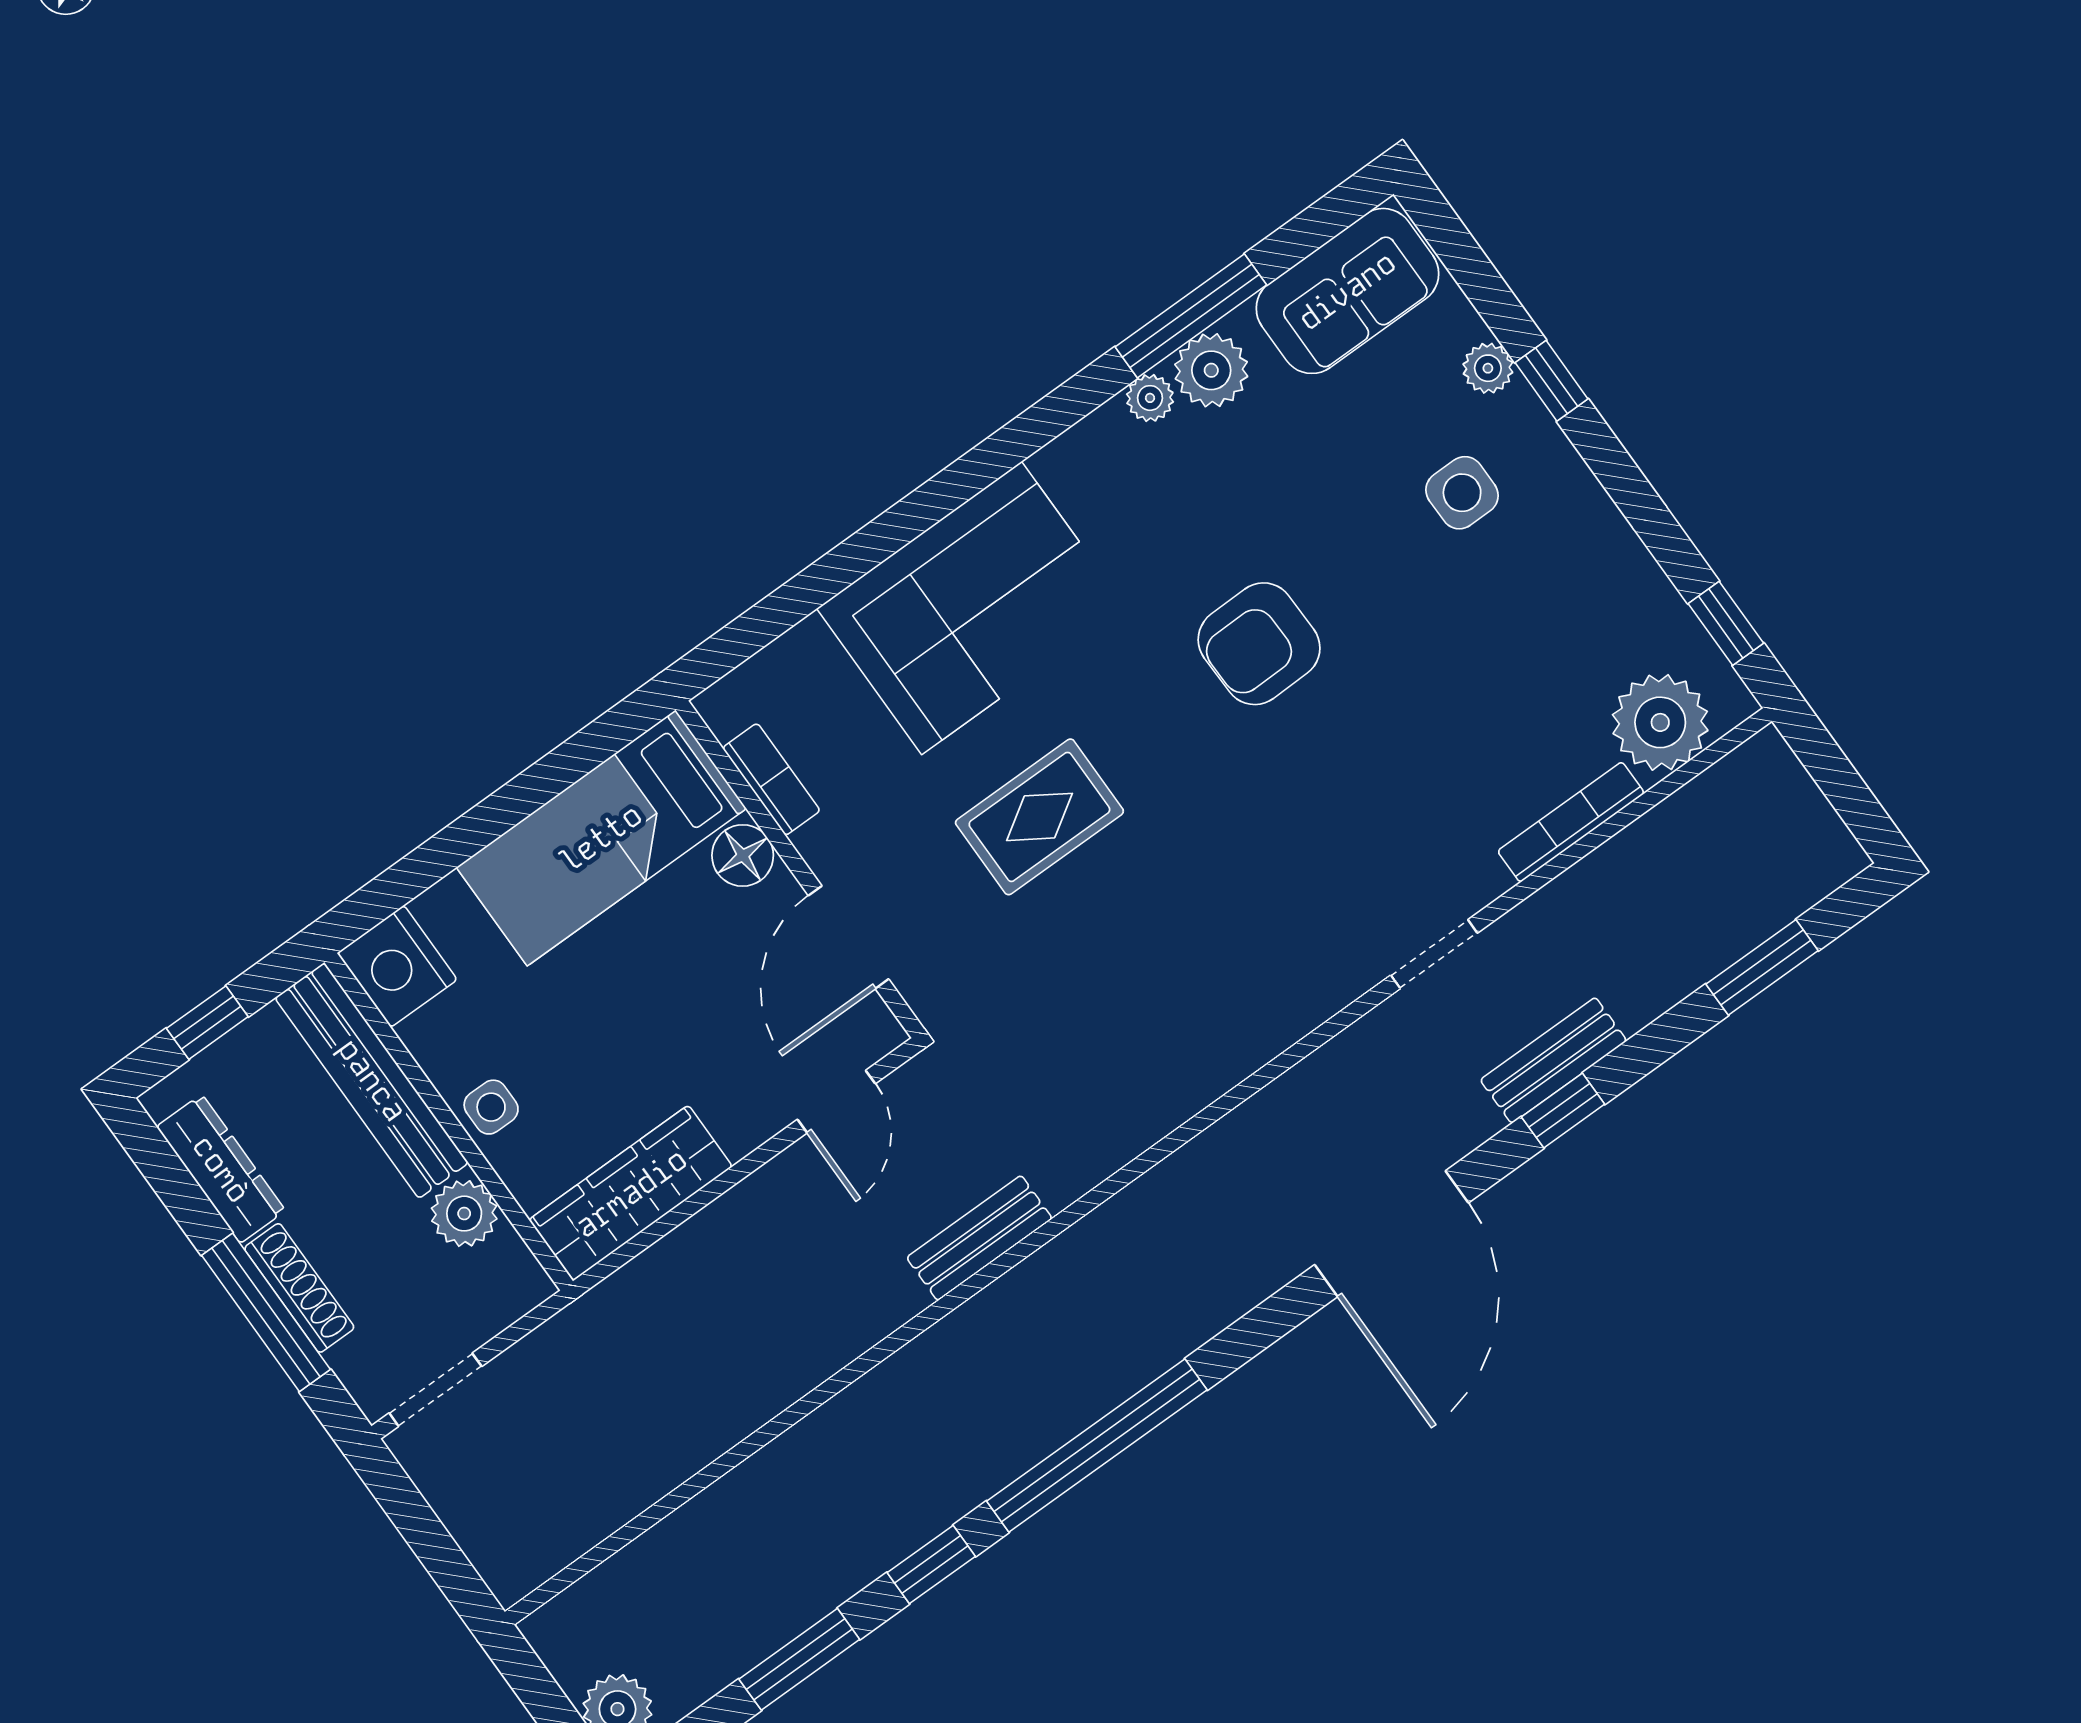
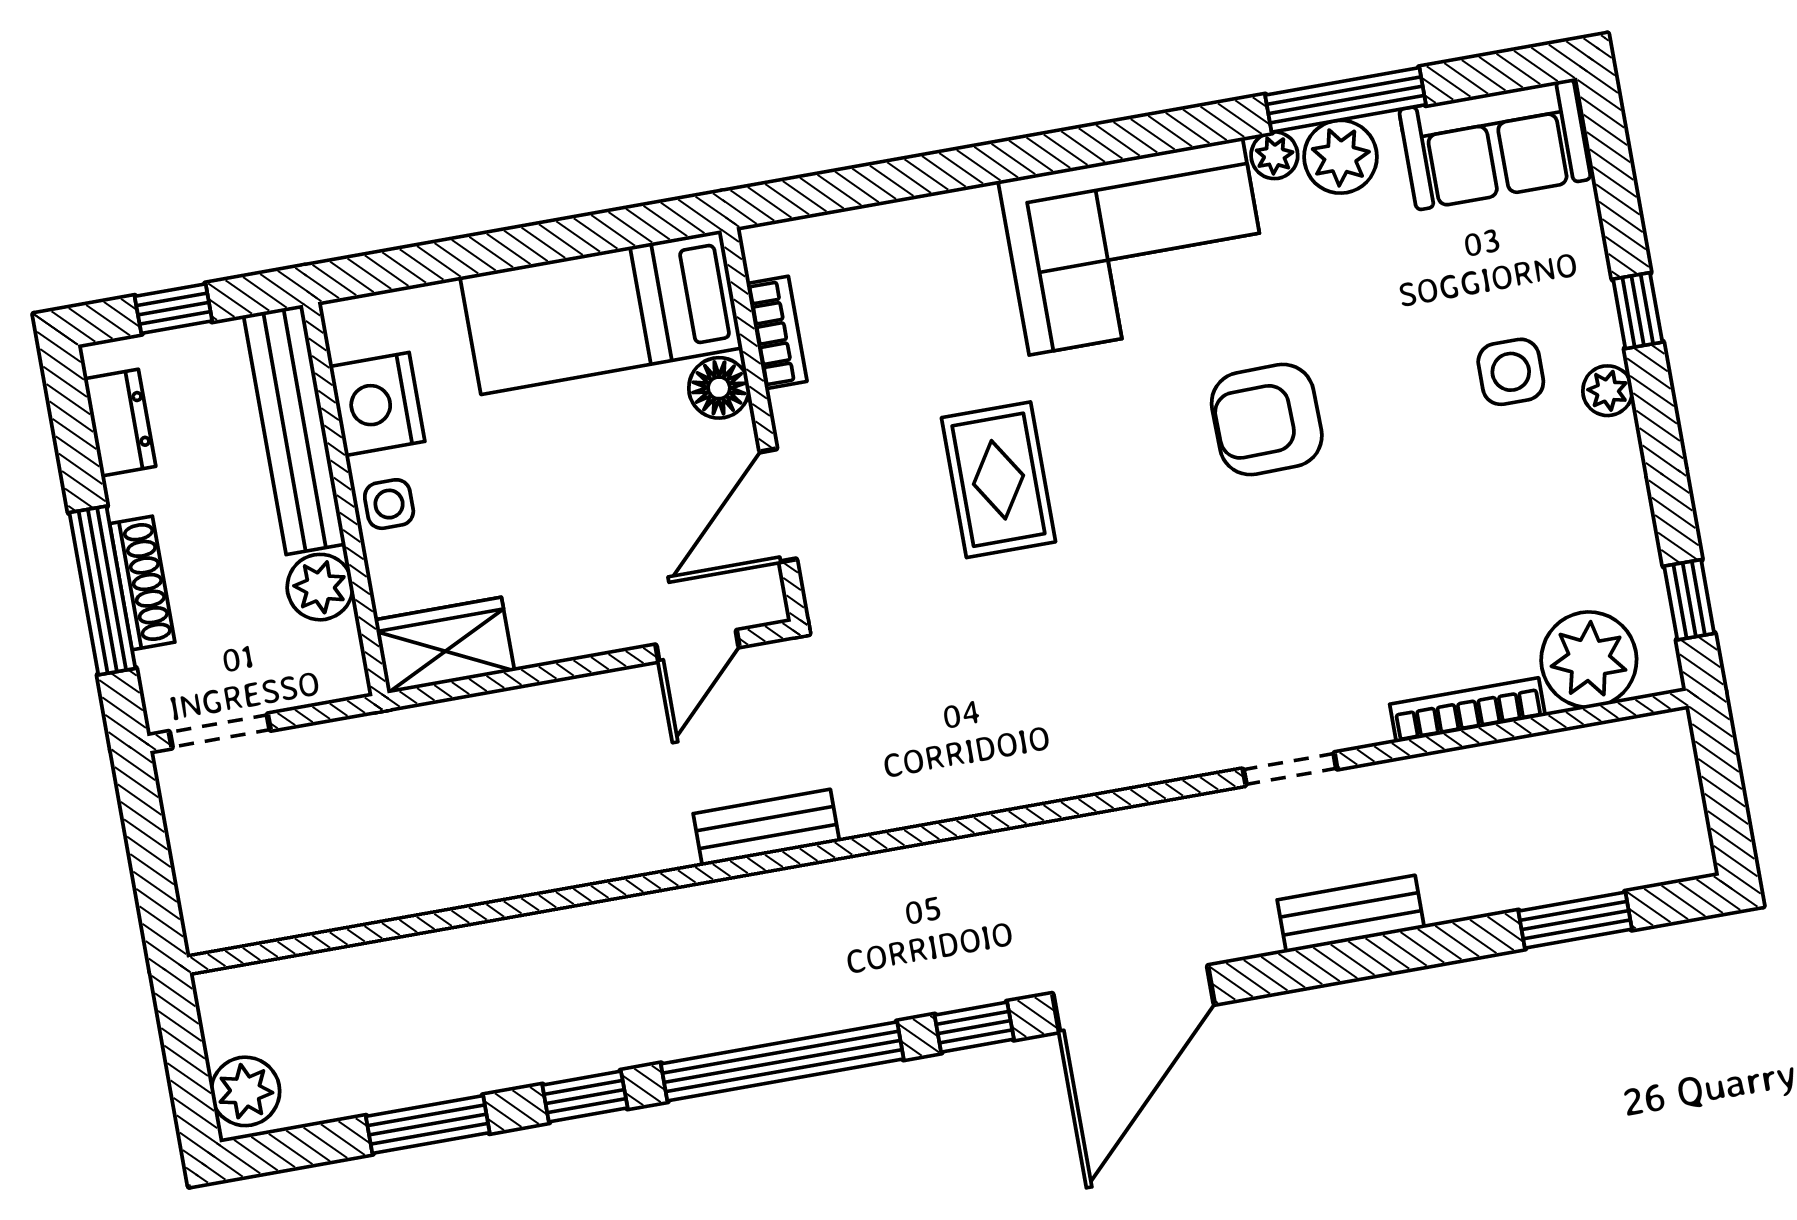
plant: (1488, 368) -> (1608, 391), moved
corner sofa: (971, 608) -> (1136, 246), moved
rug: (1039, 817) -> (998, 480), turned 90
nightstand: (397, 966) -> (377, 404), moved
window: (1563, 1110) -> (974, 1027), moved
dresser: (221, 1169) -> (120, 423), width x0.70
wardrobe: (631, 1193) -> (444, 645), width x0.67

